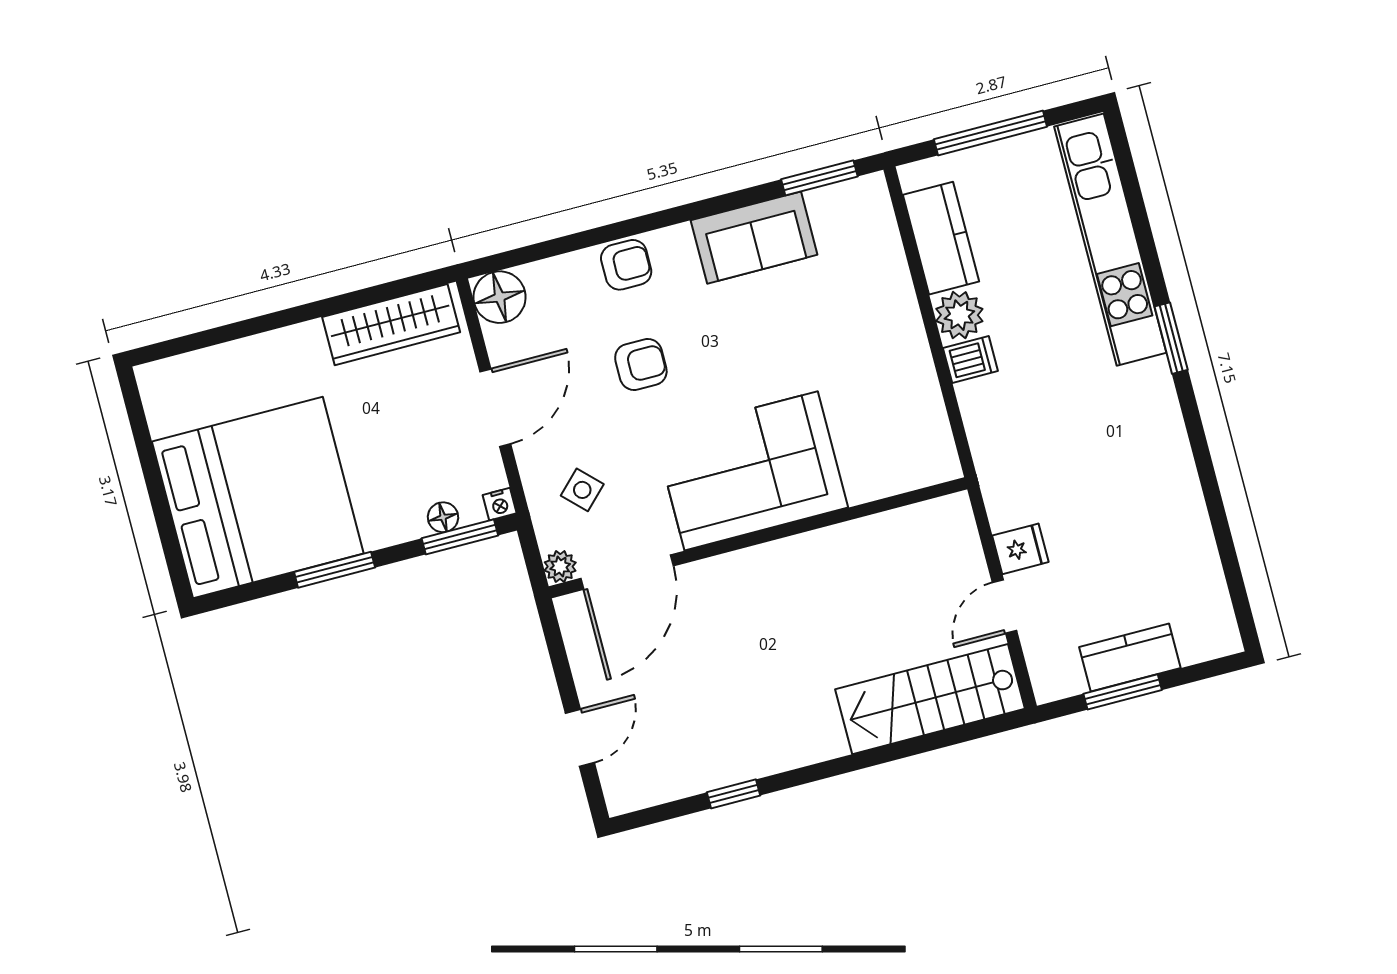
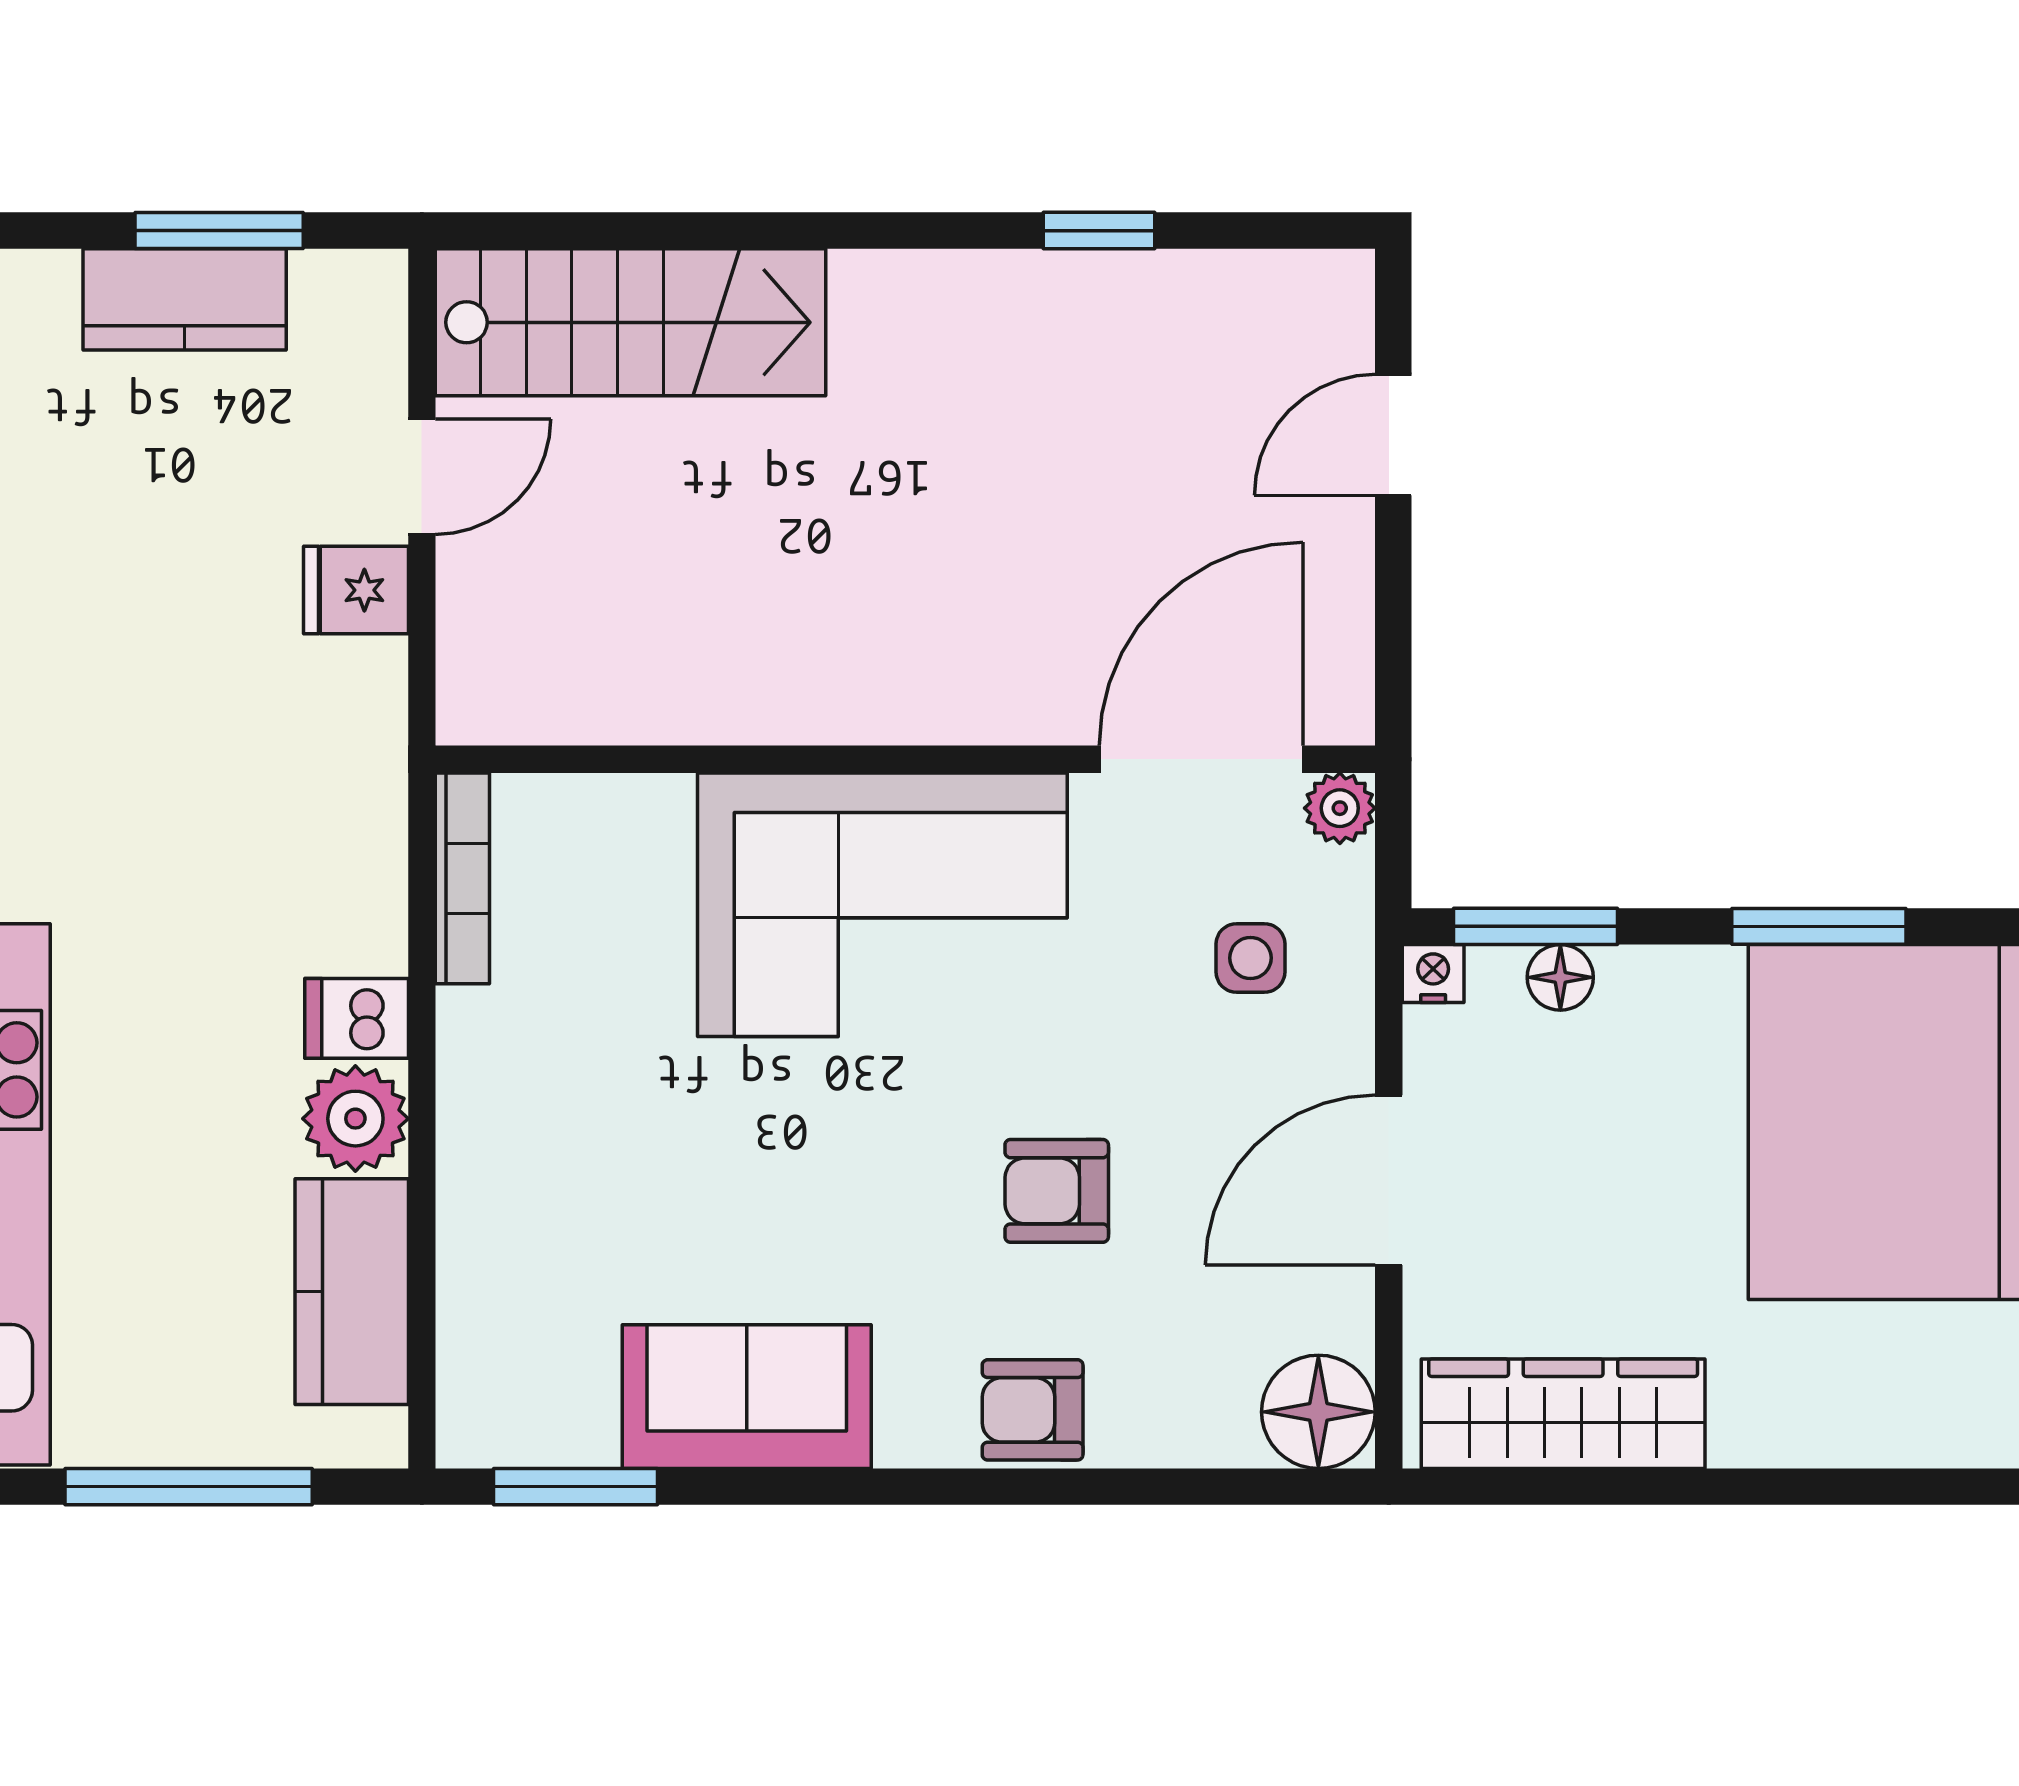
bookcase: (940, 434) -> (462, 878), added
side table: (582, 490) -> (1250, 958), turned 45

